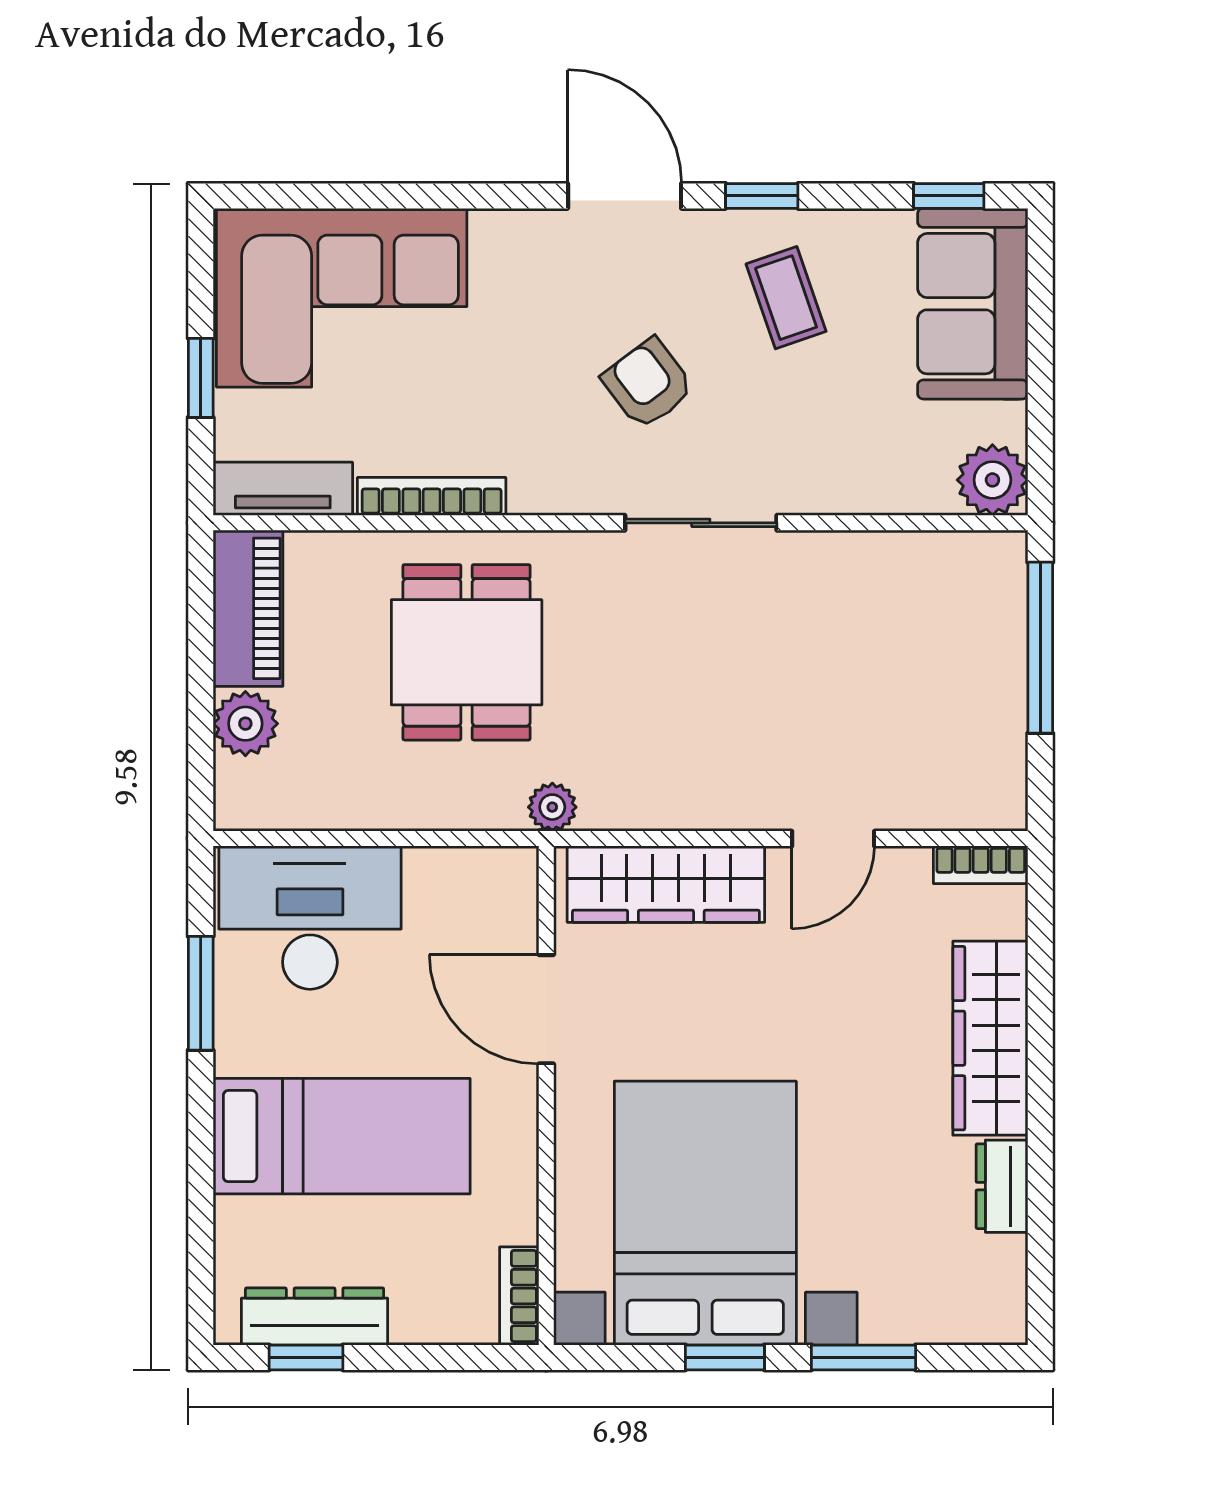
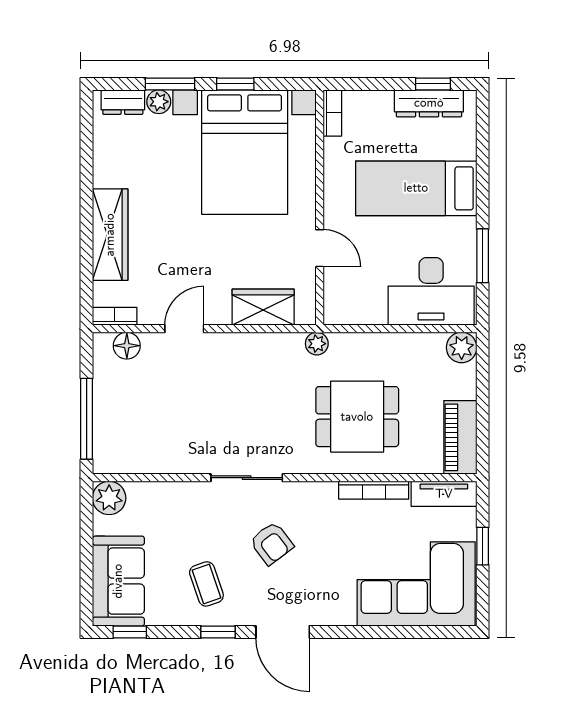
dining table: (467, 652) -> (357, 417), turned 90
plant: (245, 724) -> (462, 347), moved
floor lamp: (955, 803) -> (127, 346), added
wardrobe: (666, 884) -> (263, 307), width x0.67
door: (546, 1009) -> (320, 248), width x0.73
dresser: (1002, 1186) -> (123, 102), moved, turned 90
plant: (887, 1320) -> (159, 102), added

